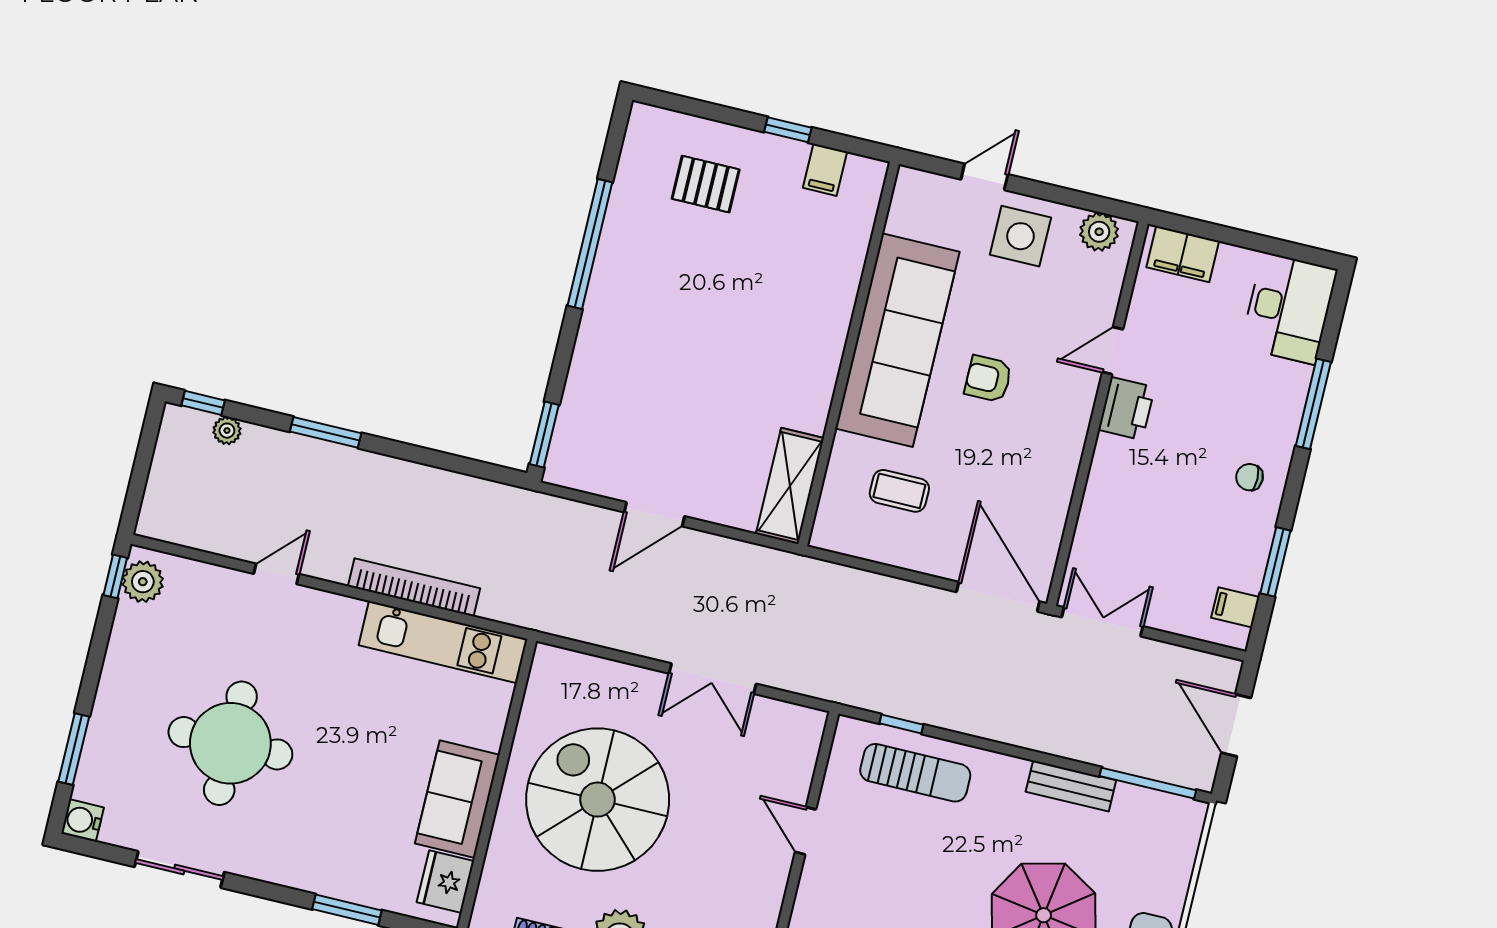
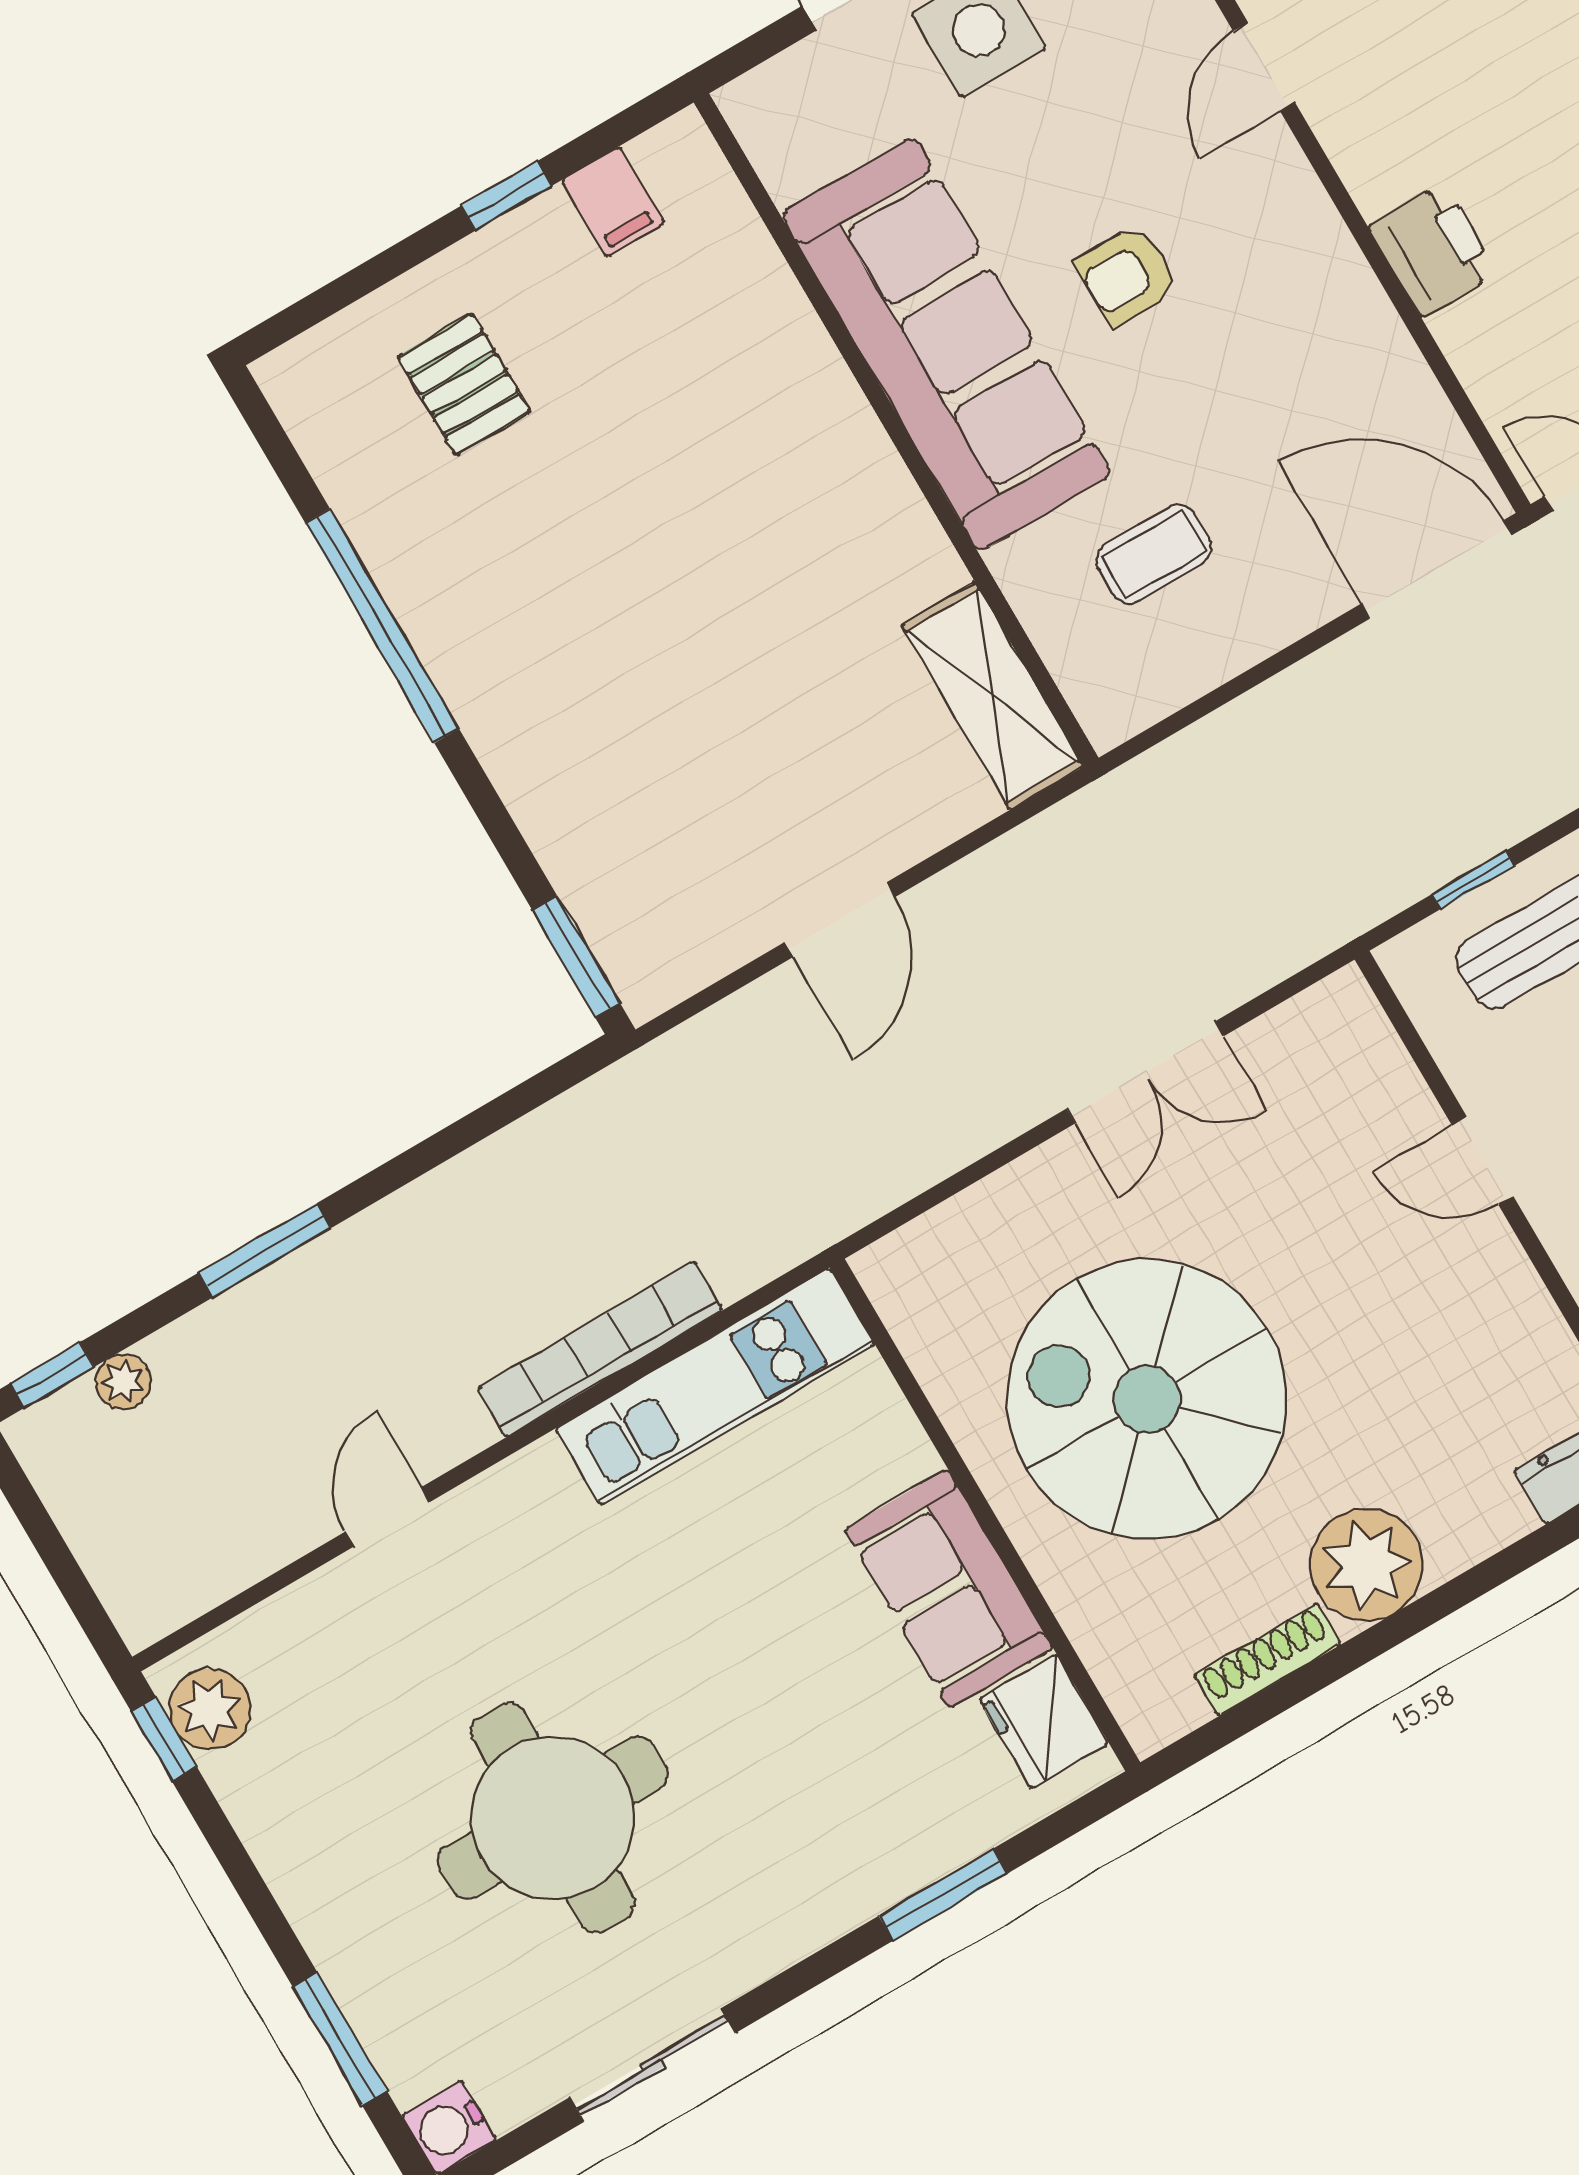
pallet: (706, 184) -> (464, 384), turned 90
printer: (1126, 408) -> (1433, 250), moved

